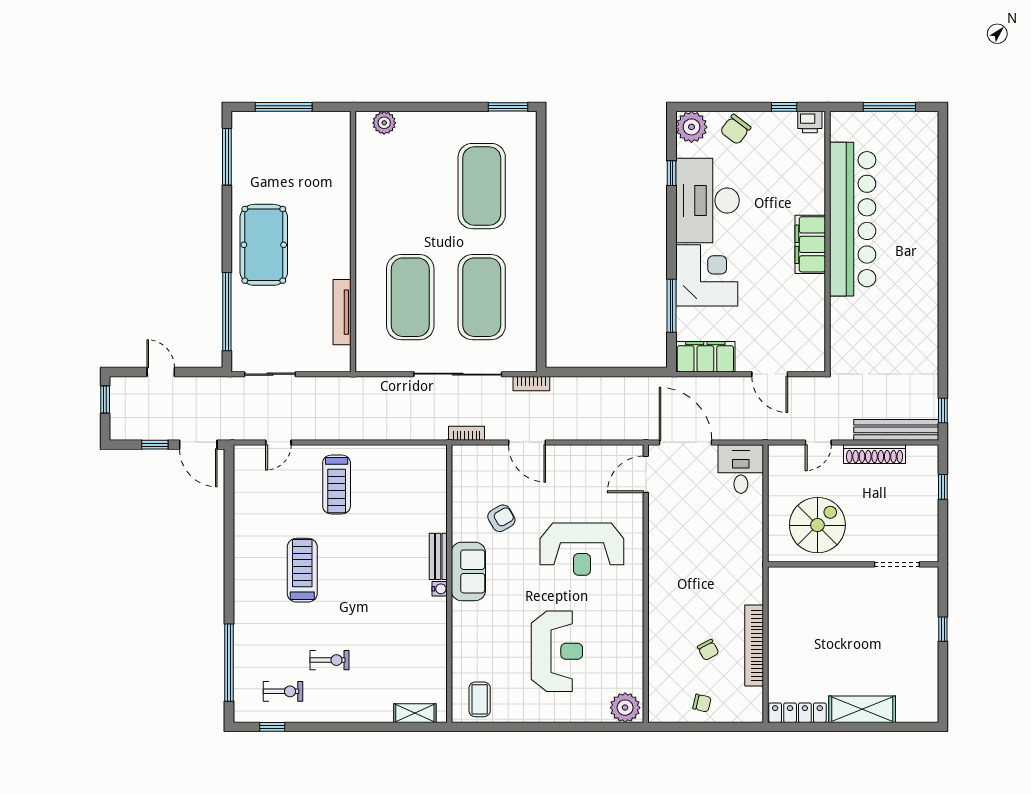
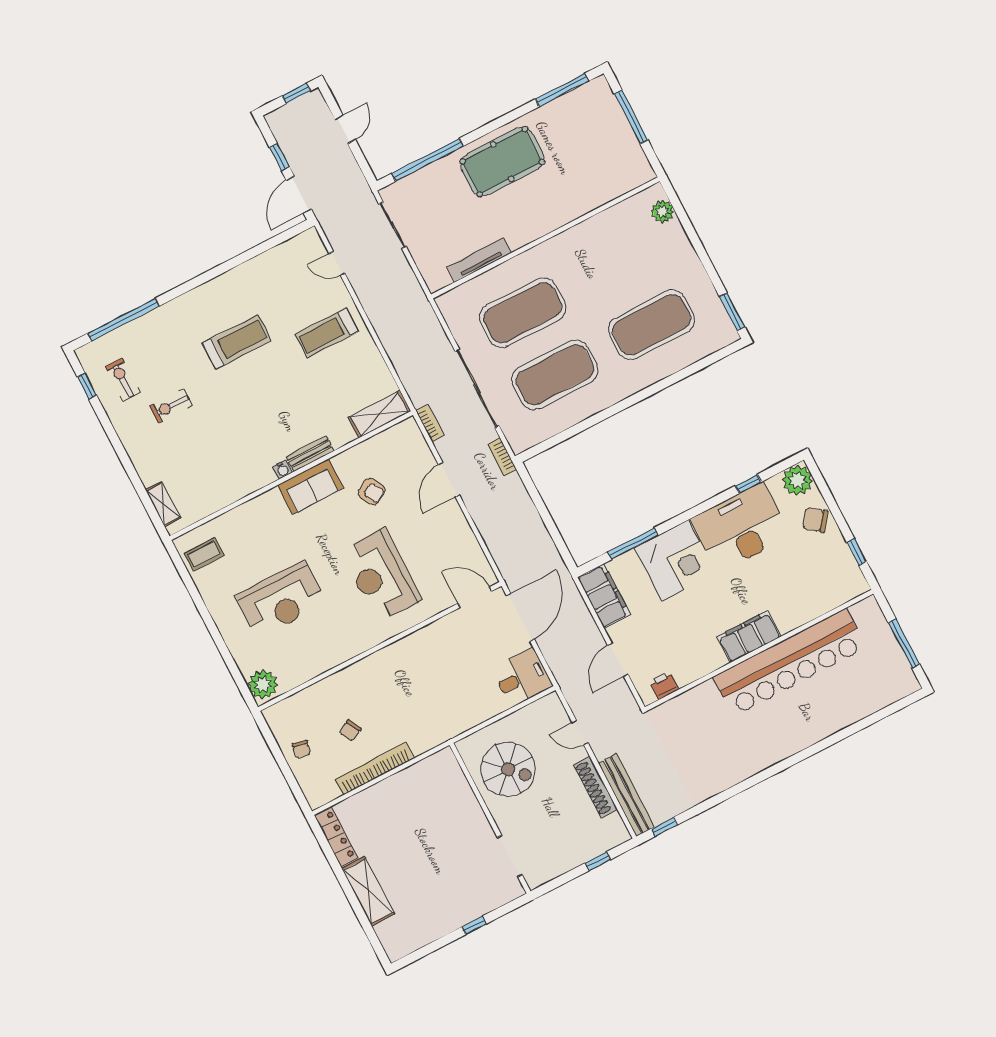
printer: (810, 122) -> (664, 685), moved, turned 90
shelving: (435, 475) -> (380, 414), added
exercise bike: (329, 660) -> (171, 406), turned 90
exercise bike: (283, 691) -> (123, 380), turned 180

